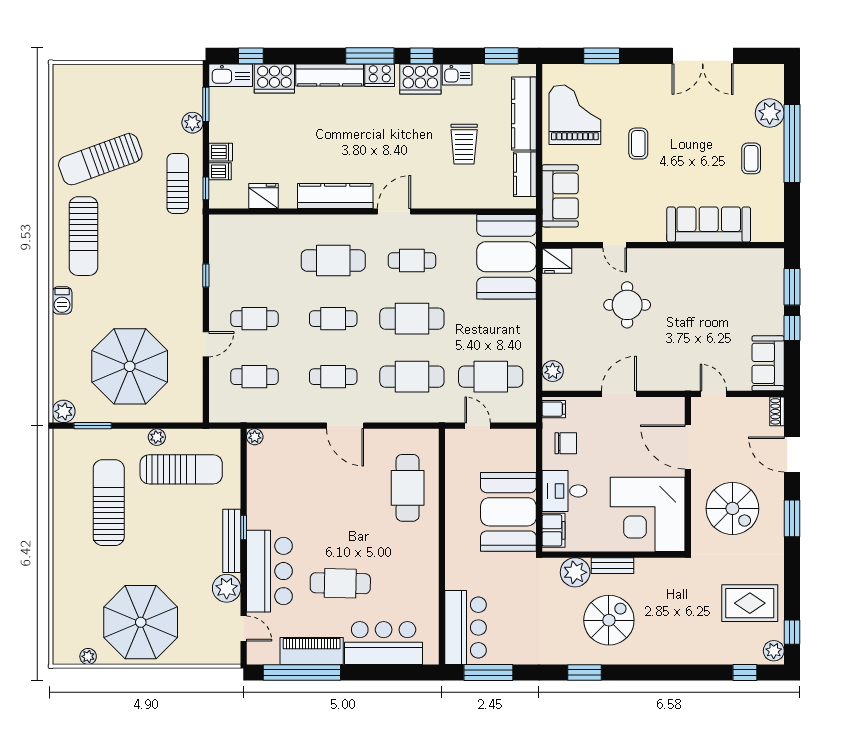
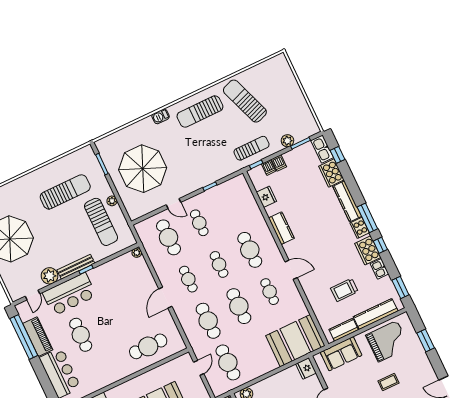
kitchen counter: (335, 196) -> (281, 228), width x0.67
cafe table: (254, 377) -> (169, 237), width x1.37, depth x1.35
plant: (64, 411) -> (102, 145), removed

